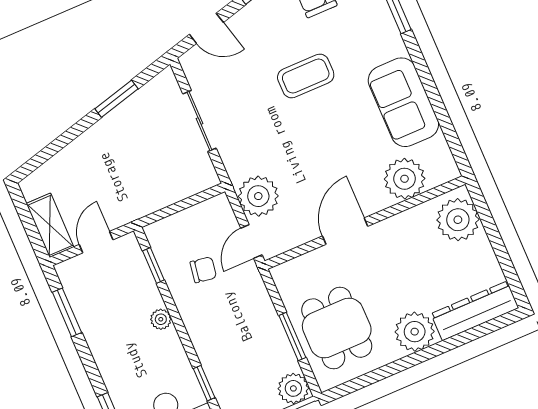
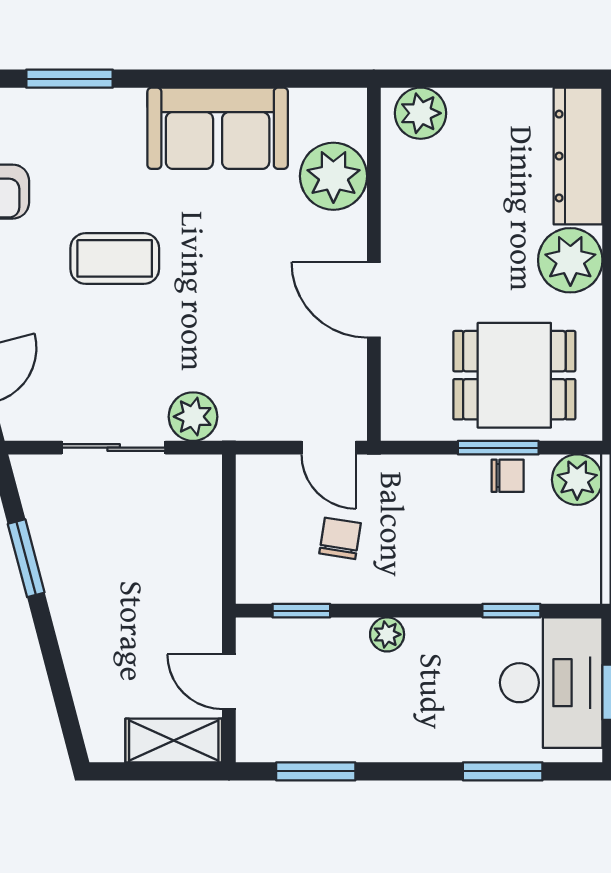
coffee table: (306, 76) -> (115, 258), turned 90
plant: (258, 196) -> (193, 417), moved, width x0.73, depth x0.73
plant: (458, 220) -> (421, 113), width x0.73, depth x0.73
chair: (279, 349) -> (508, 476), added

